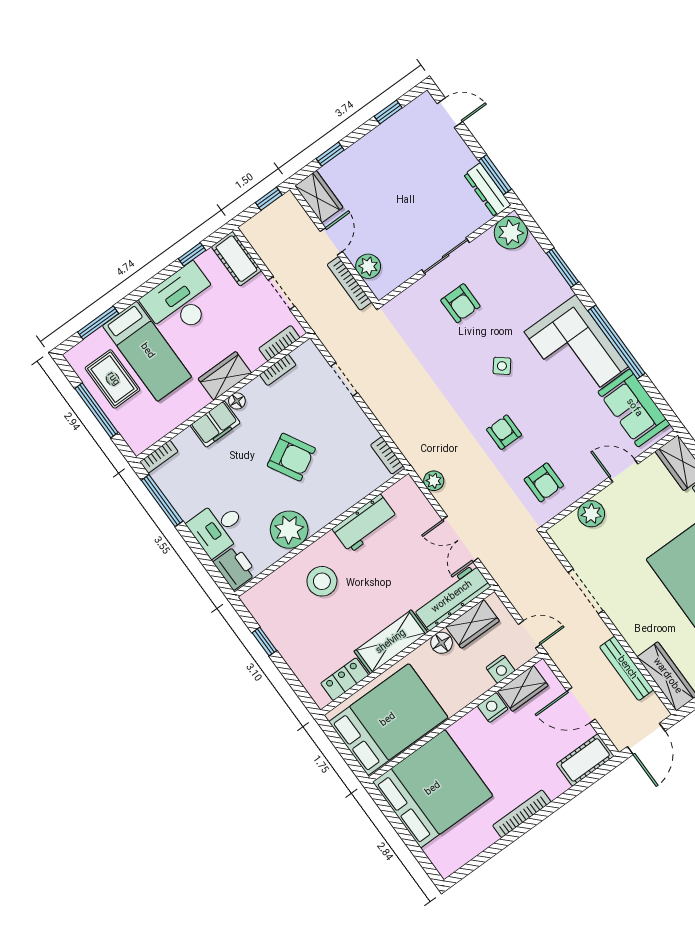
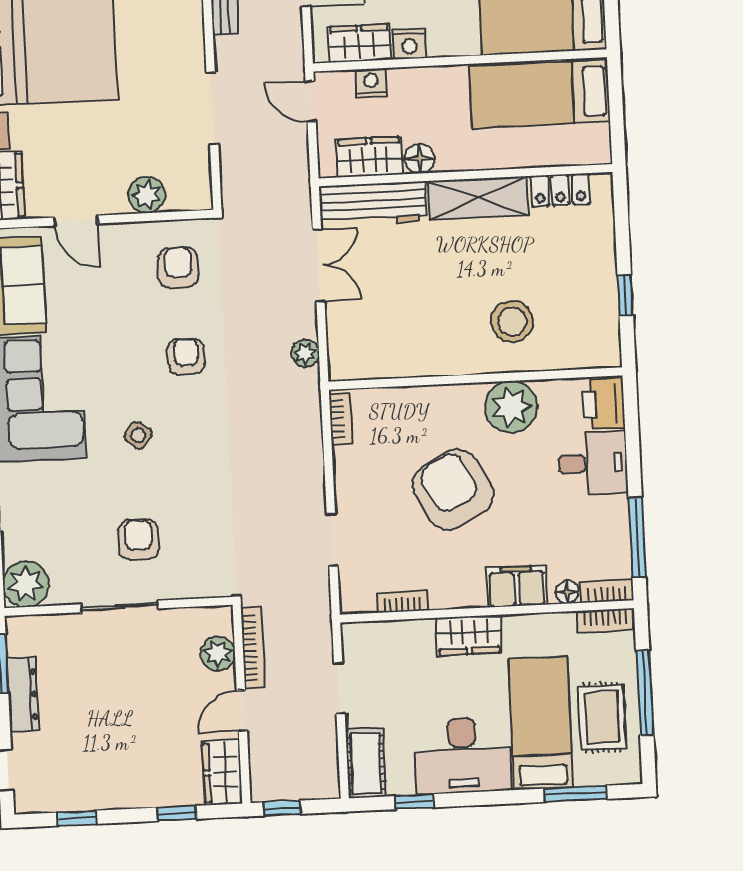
dresser: (487, 190) -> (23, 695), moved
bookcase: (279, 343) -> (605, 621), moved
floor lamp: (237, 401) -> (567, 592), moved
armchair: (504, 432) -> (186, 356), turned 180
armchair: (291, 457) -> (453, 490), width x1.36, depth x1.36
workbench: (365, 524) -> (418, 356), removed
bed: (388, 720) -> (540, 94), width x0.67

